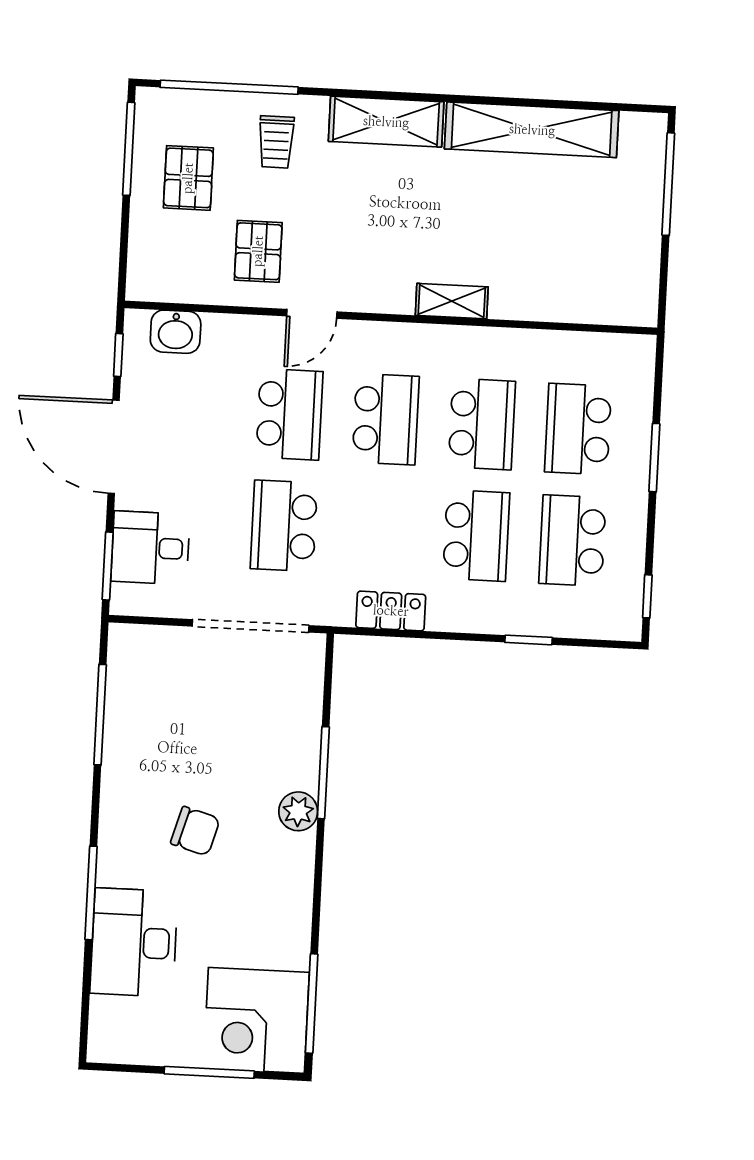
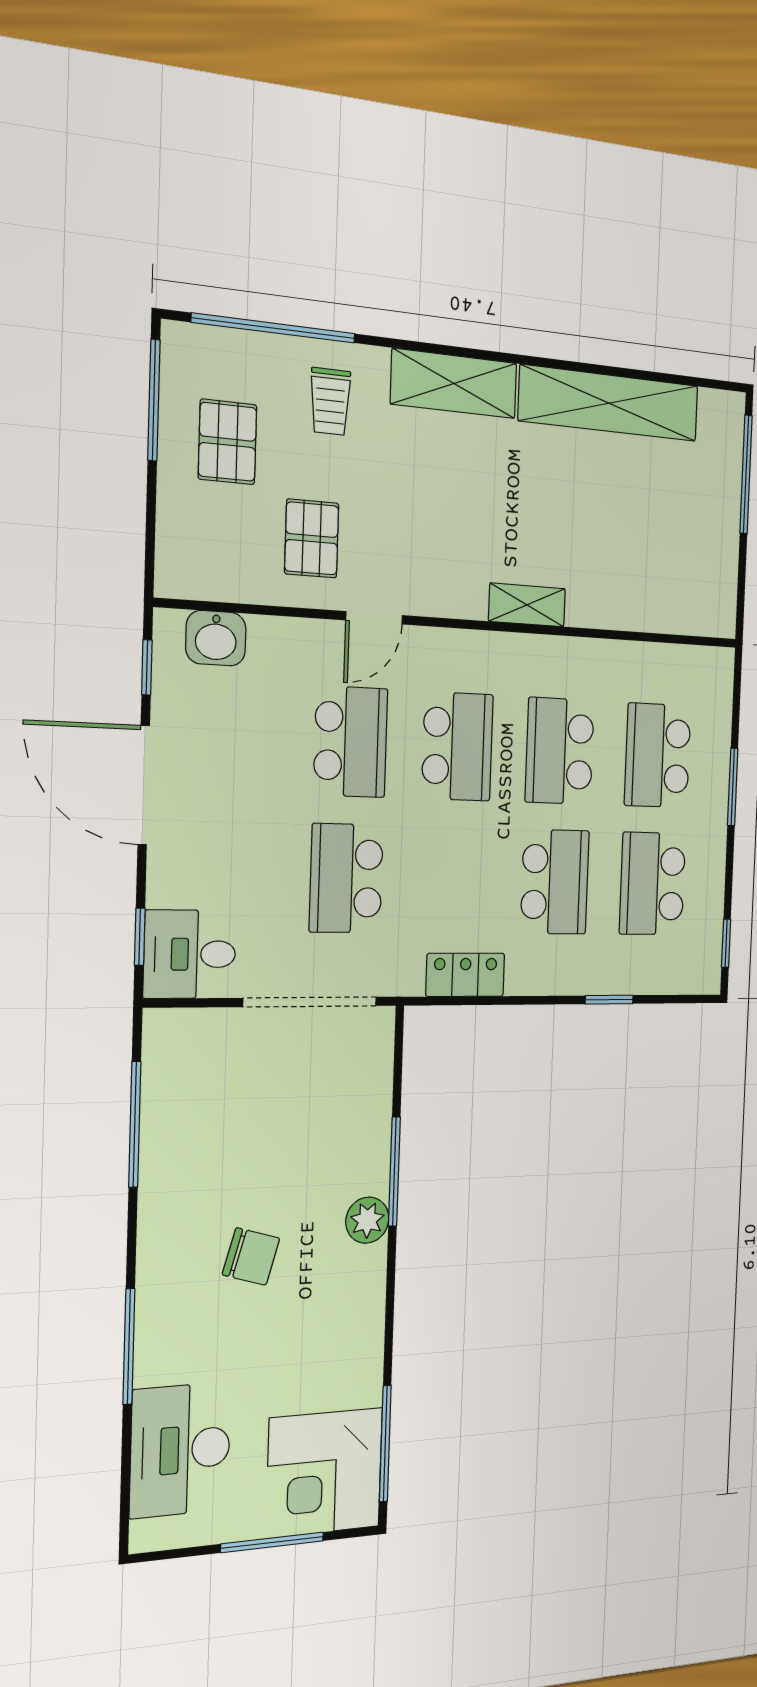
school desk: (482, 424) -> (560, 751), turned 180
desk: (150, 548) -> (190, 954), moved
window: (108, 566) -> (140, 937), width x0.67
desk: (134, 942) -> (180, 1450), moved

